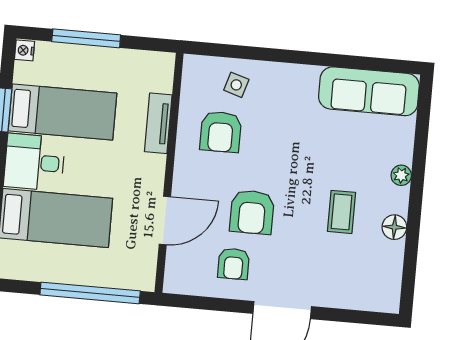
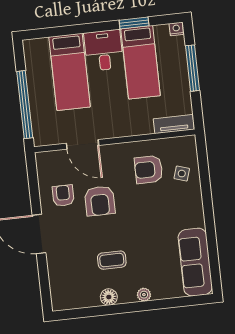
tv unit: (158, 123) -> (174, 124), moved
armchair: (252, 212) -> (100, 201), turned -90
armchair: (234, 264) -> (63, 196), turned 90

